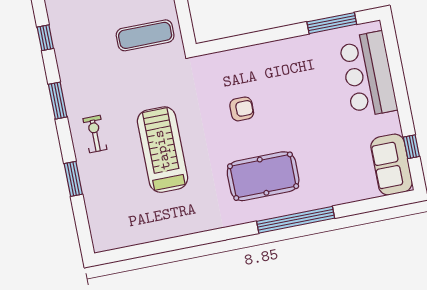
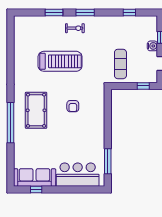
window: (58, 101) -> (85, 12), moved
sofa: (392, 165) -> (35, 177), width x1.36

